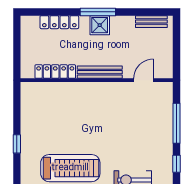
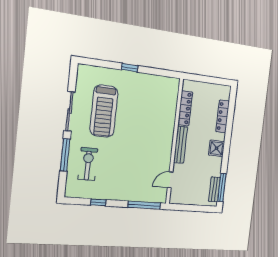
window: (98, 12) -> (222, 188), moved
door: (144, 80) -> (170, 180), swing flipped
window: (177, 123) -> (144, 205), moved

